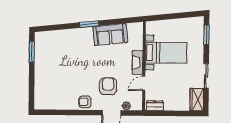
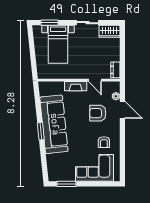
sofa: (110, 35) -> (54, 124), width x1.85, depth x1.27
bed with nightstands: (166, 53) -> (58, 44), moved, turned 180
corner sofa: (49, 82) -> (94, 168), added
armchair: (85, 102) -> (104, 142), moved

